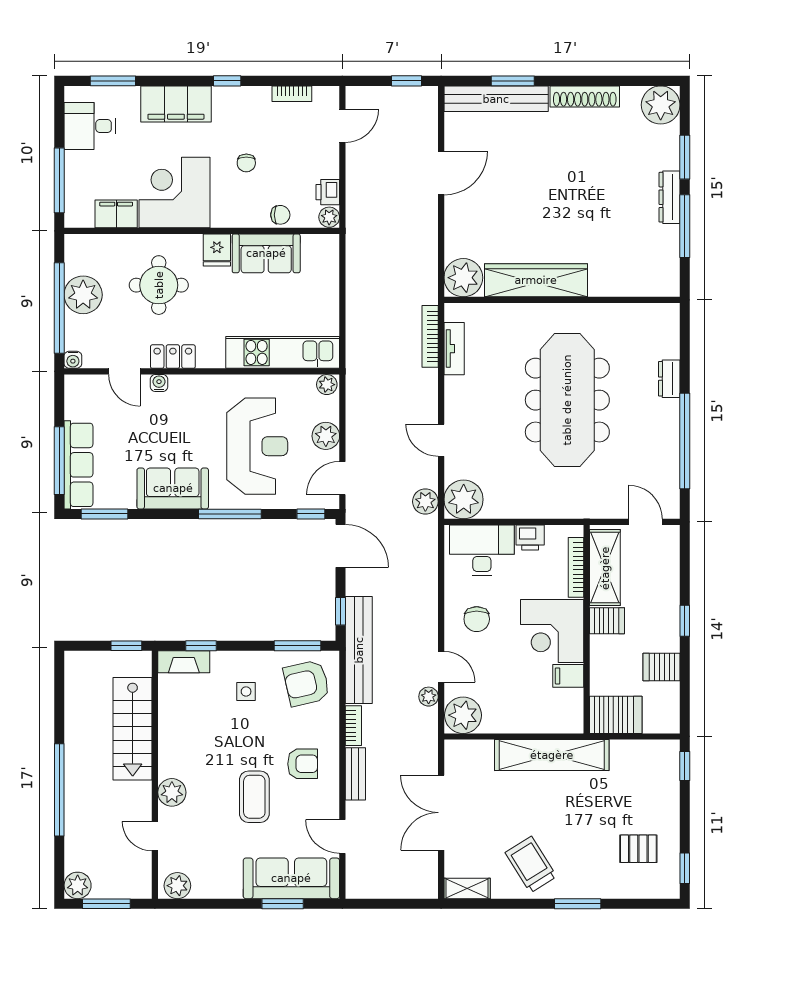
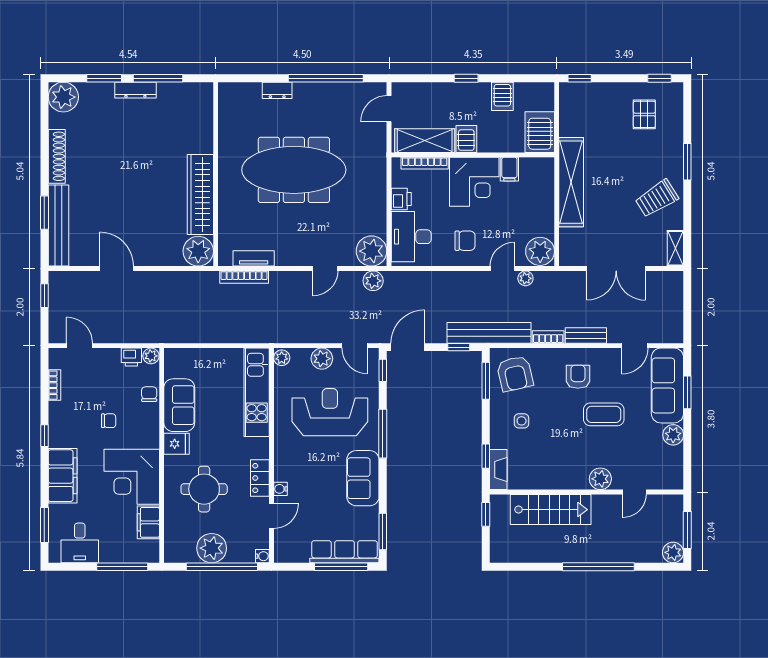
plant: (177, 886) -> (673, 435), moved

